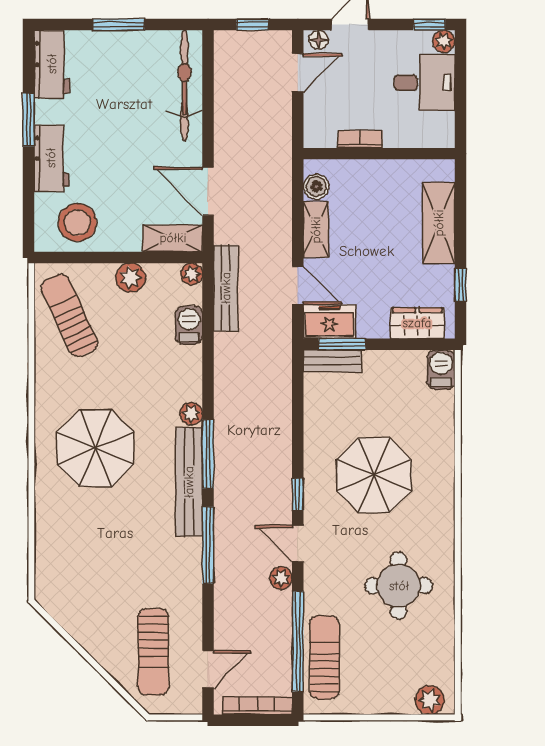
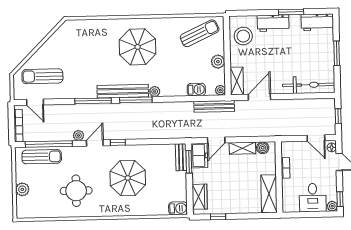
shelving: (439, 223) -> (269, 194), moved, turned 90
plant: (430, 700) -> (22, 189), moved

